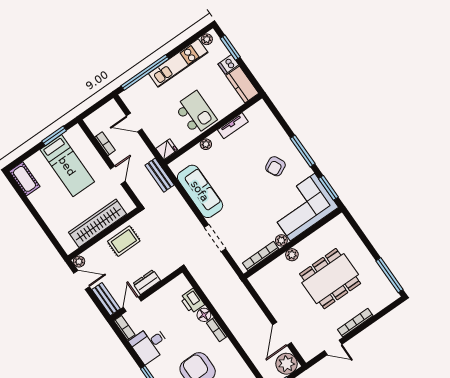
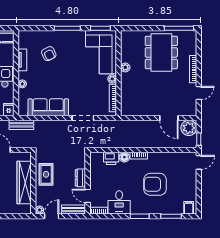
armchair: (275, 166) -> (49, 54), moved
plant: (292, 255) -> (125, 67), moved
dining table: (330, 279) -> (161, 52), moved

